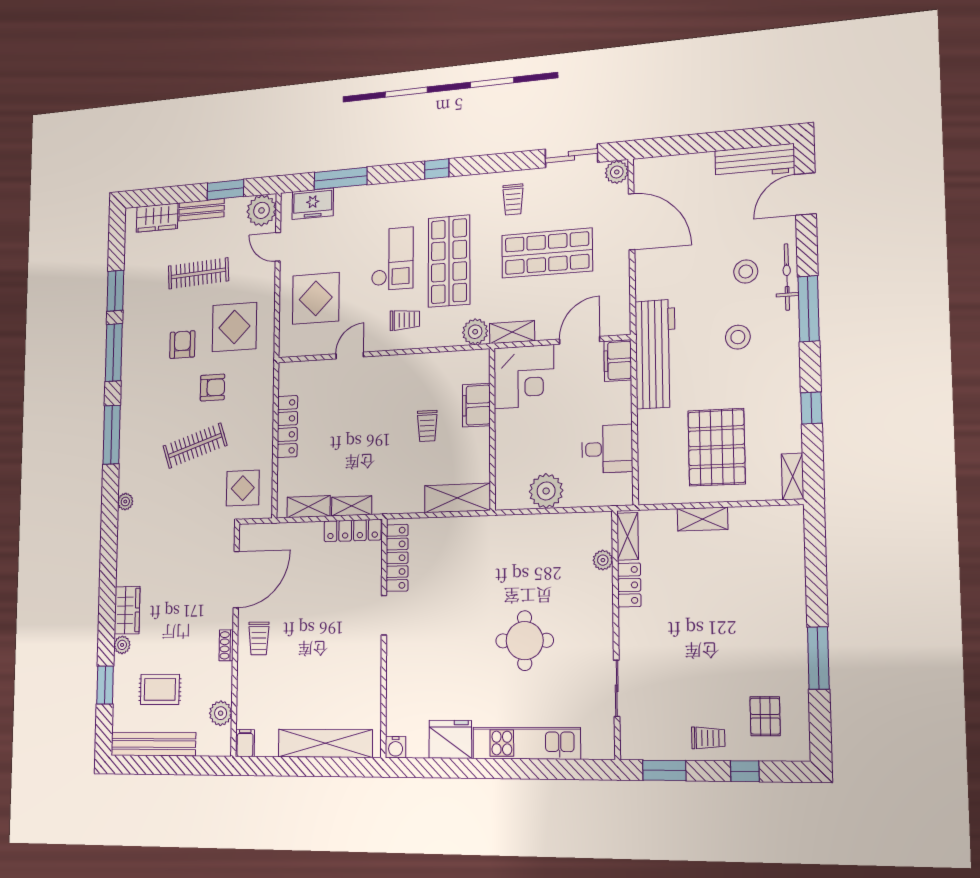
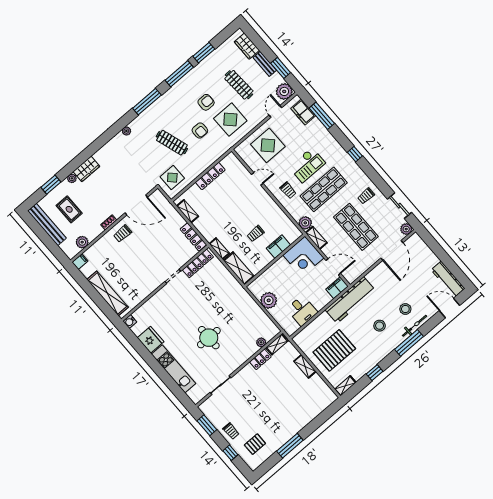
shelving: (352, 506) -> (219, 249), moved

